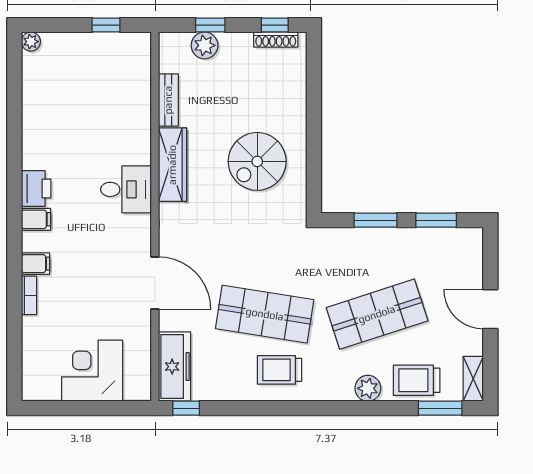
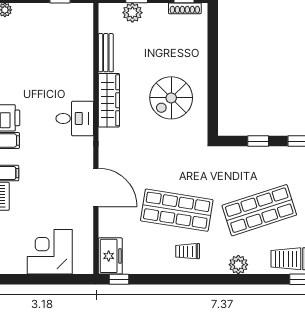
window: (375, 220) -> (258, 141), width x0.67
freezer: (174, 367) -> (110, 256), width x0.71
trolley: (280, 370) -> (188, 251), width x0.73, depth x0.72
plant: (368, 388) -> (238, 265), moved

